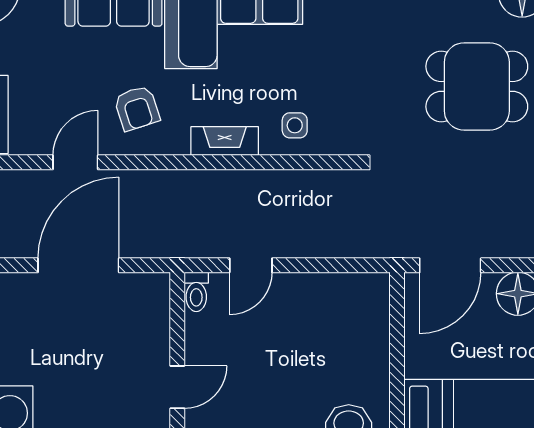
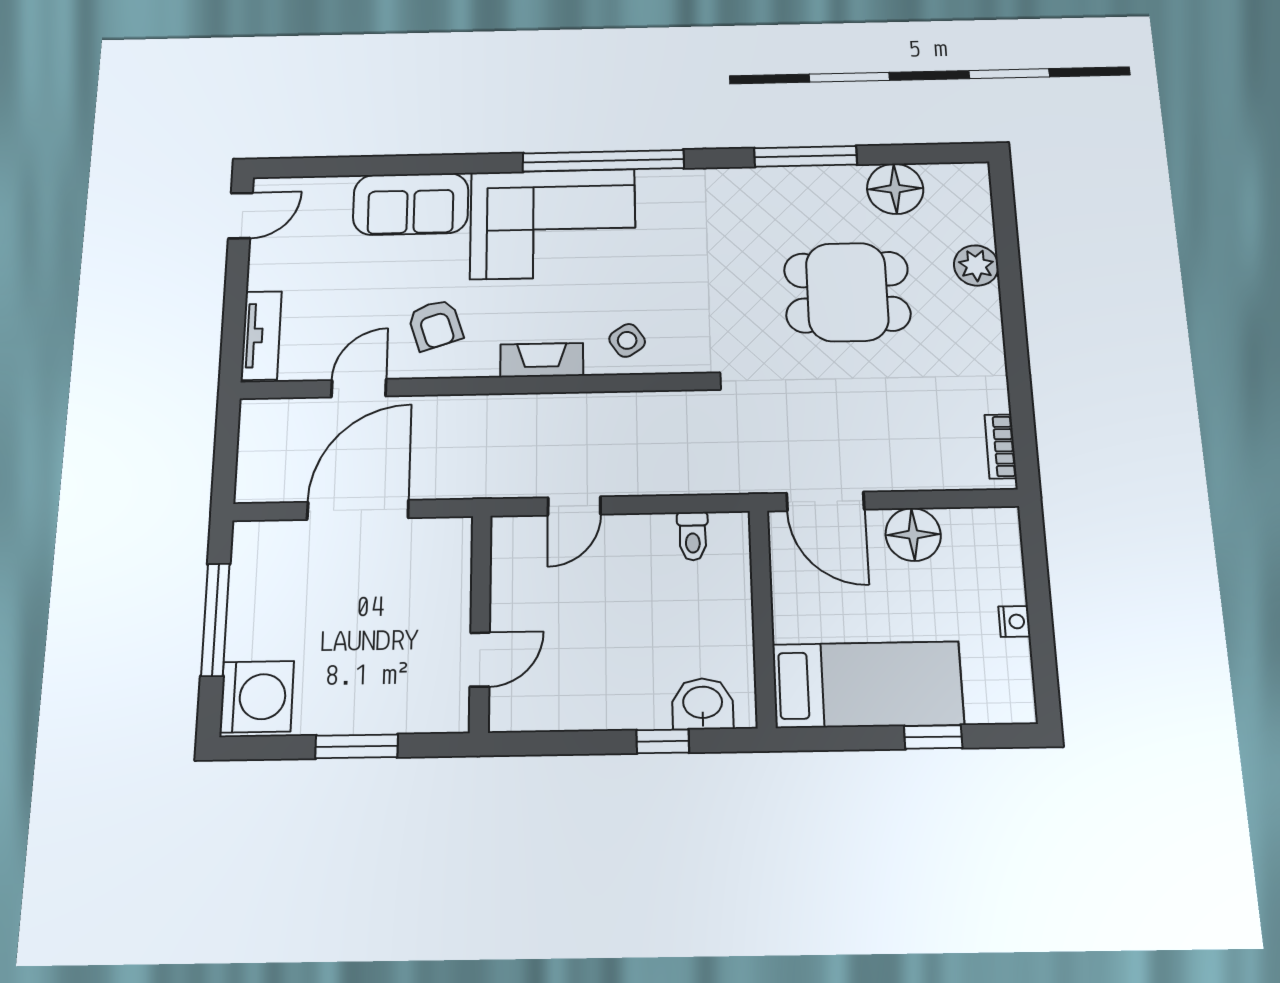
side table: (295, 125) -> (627, 340), turned -34
door: (450, 265) -> (825, 501), hinge flipped
toilet: (196, 292) -> (693, 536), moved

